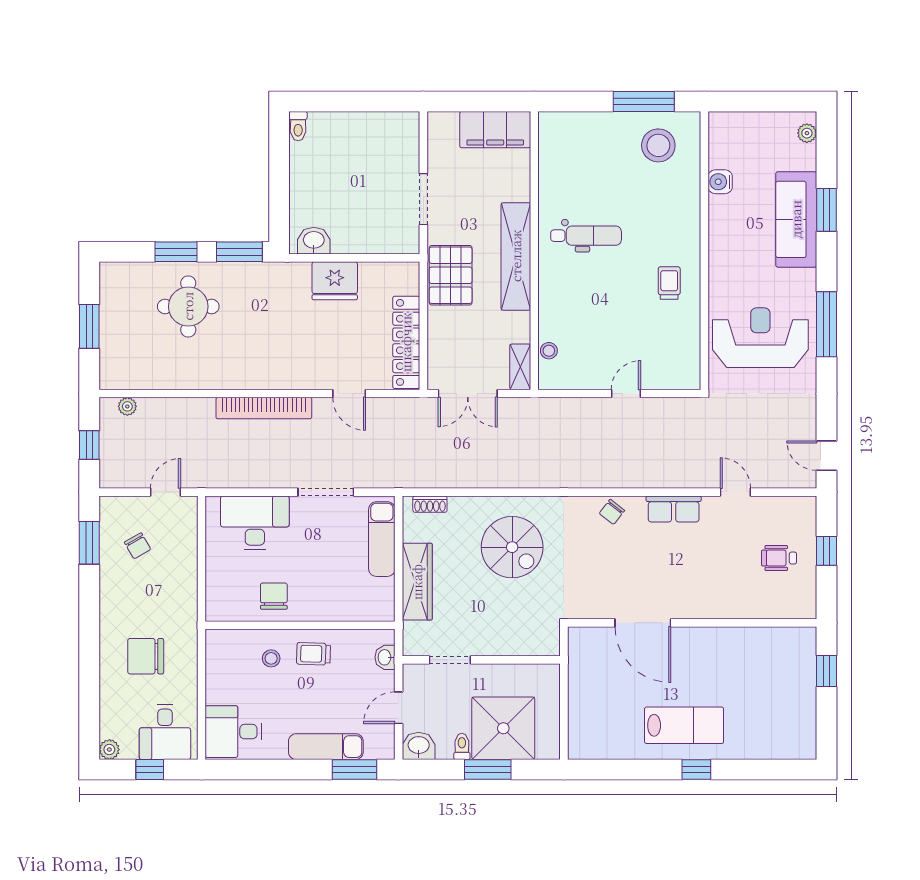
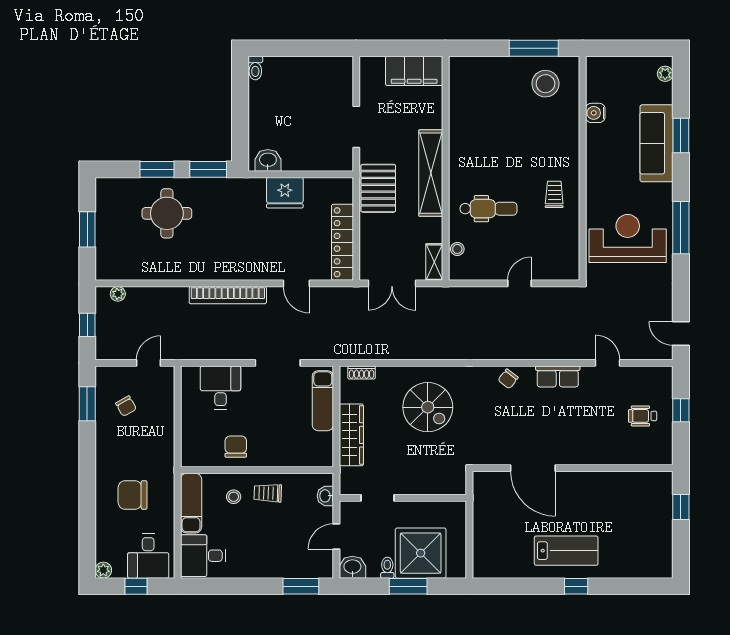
dental chair: (586, 236) -> (488, 209), moved
desk: (255, 523) -> (221, 387), width x0.73
exam couch: (326, 747) -> (191, 503), moved, turned 90

